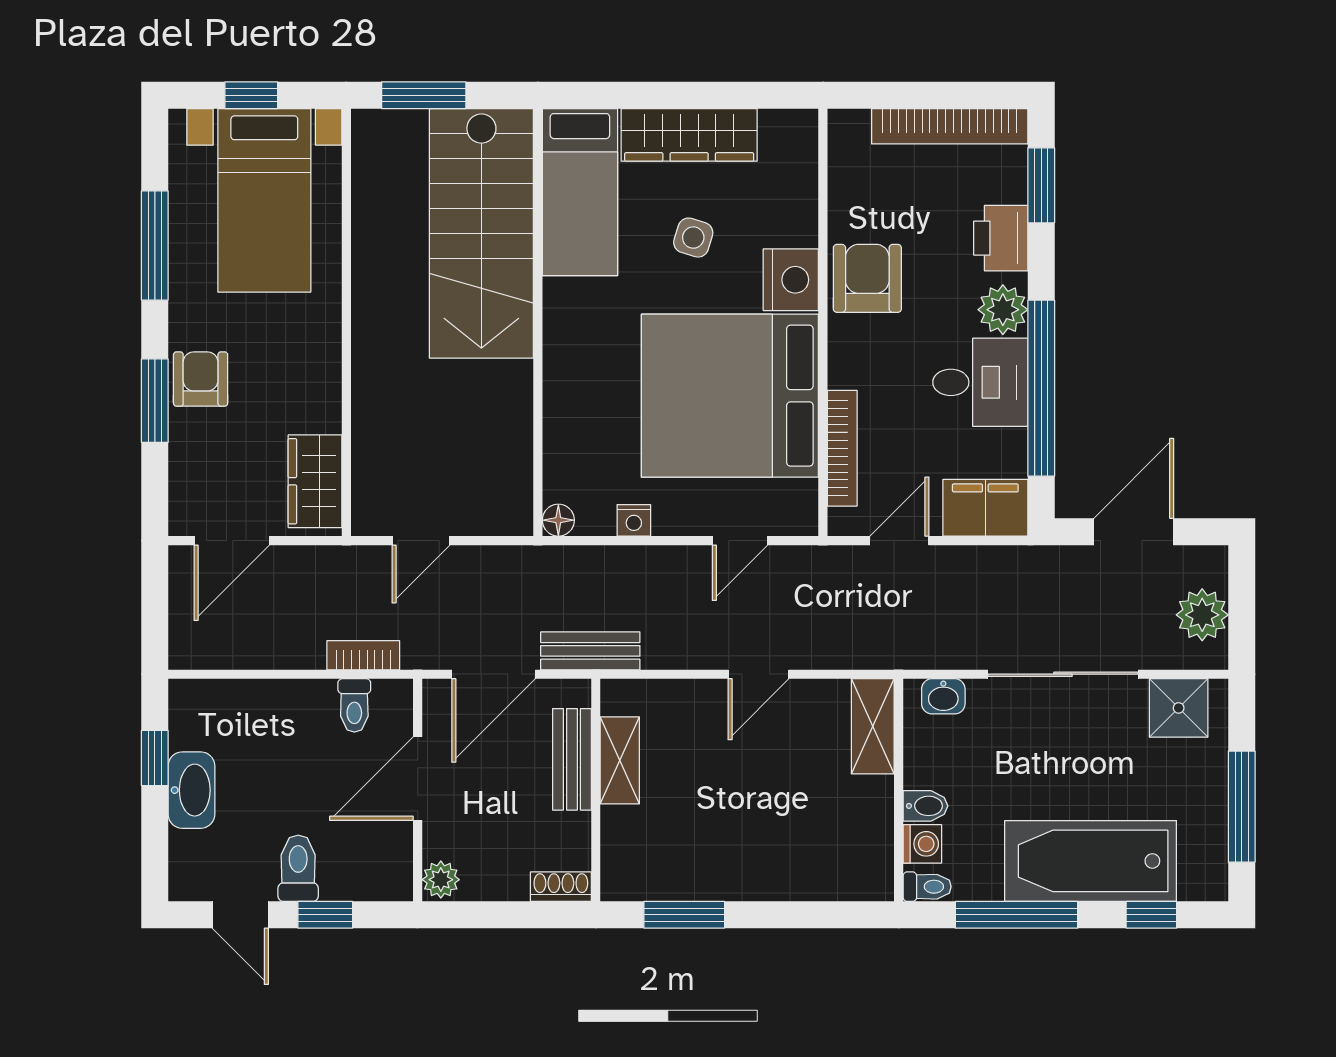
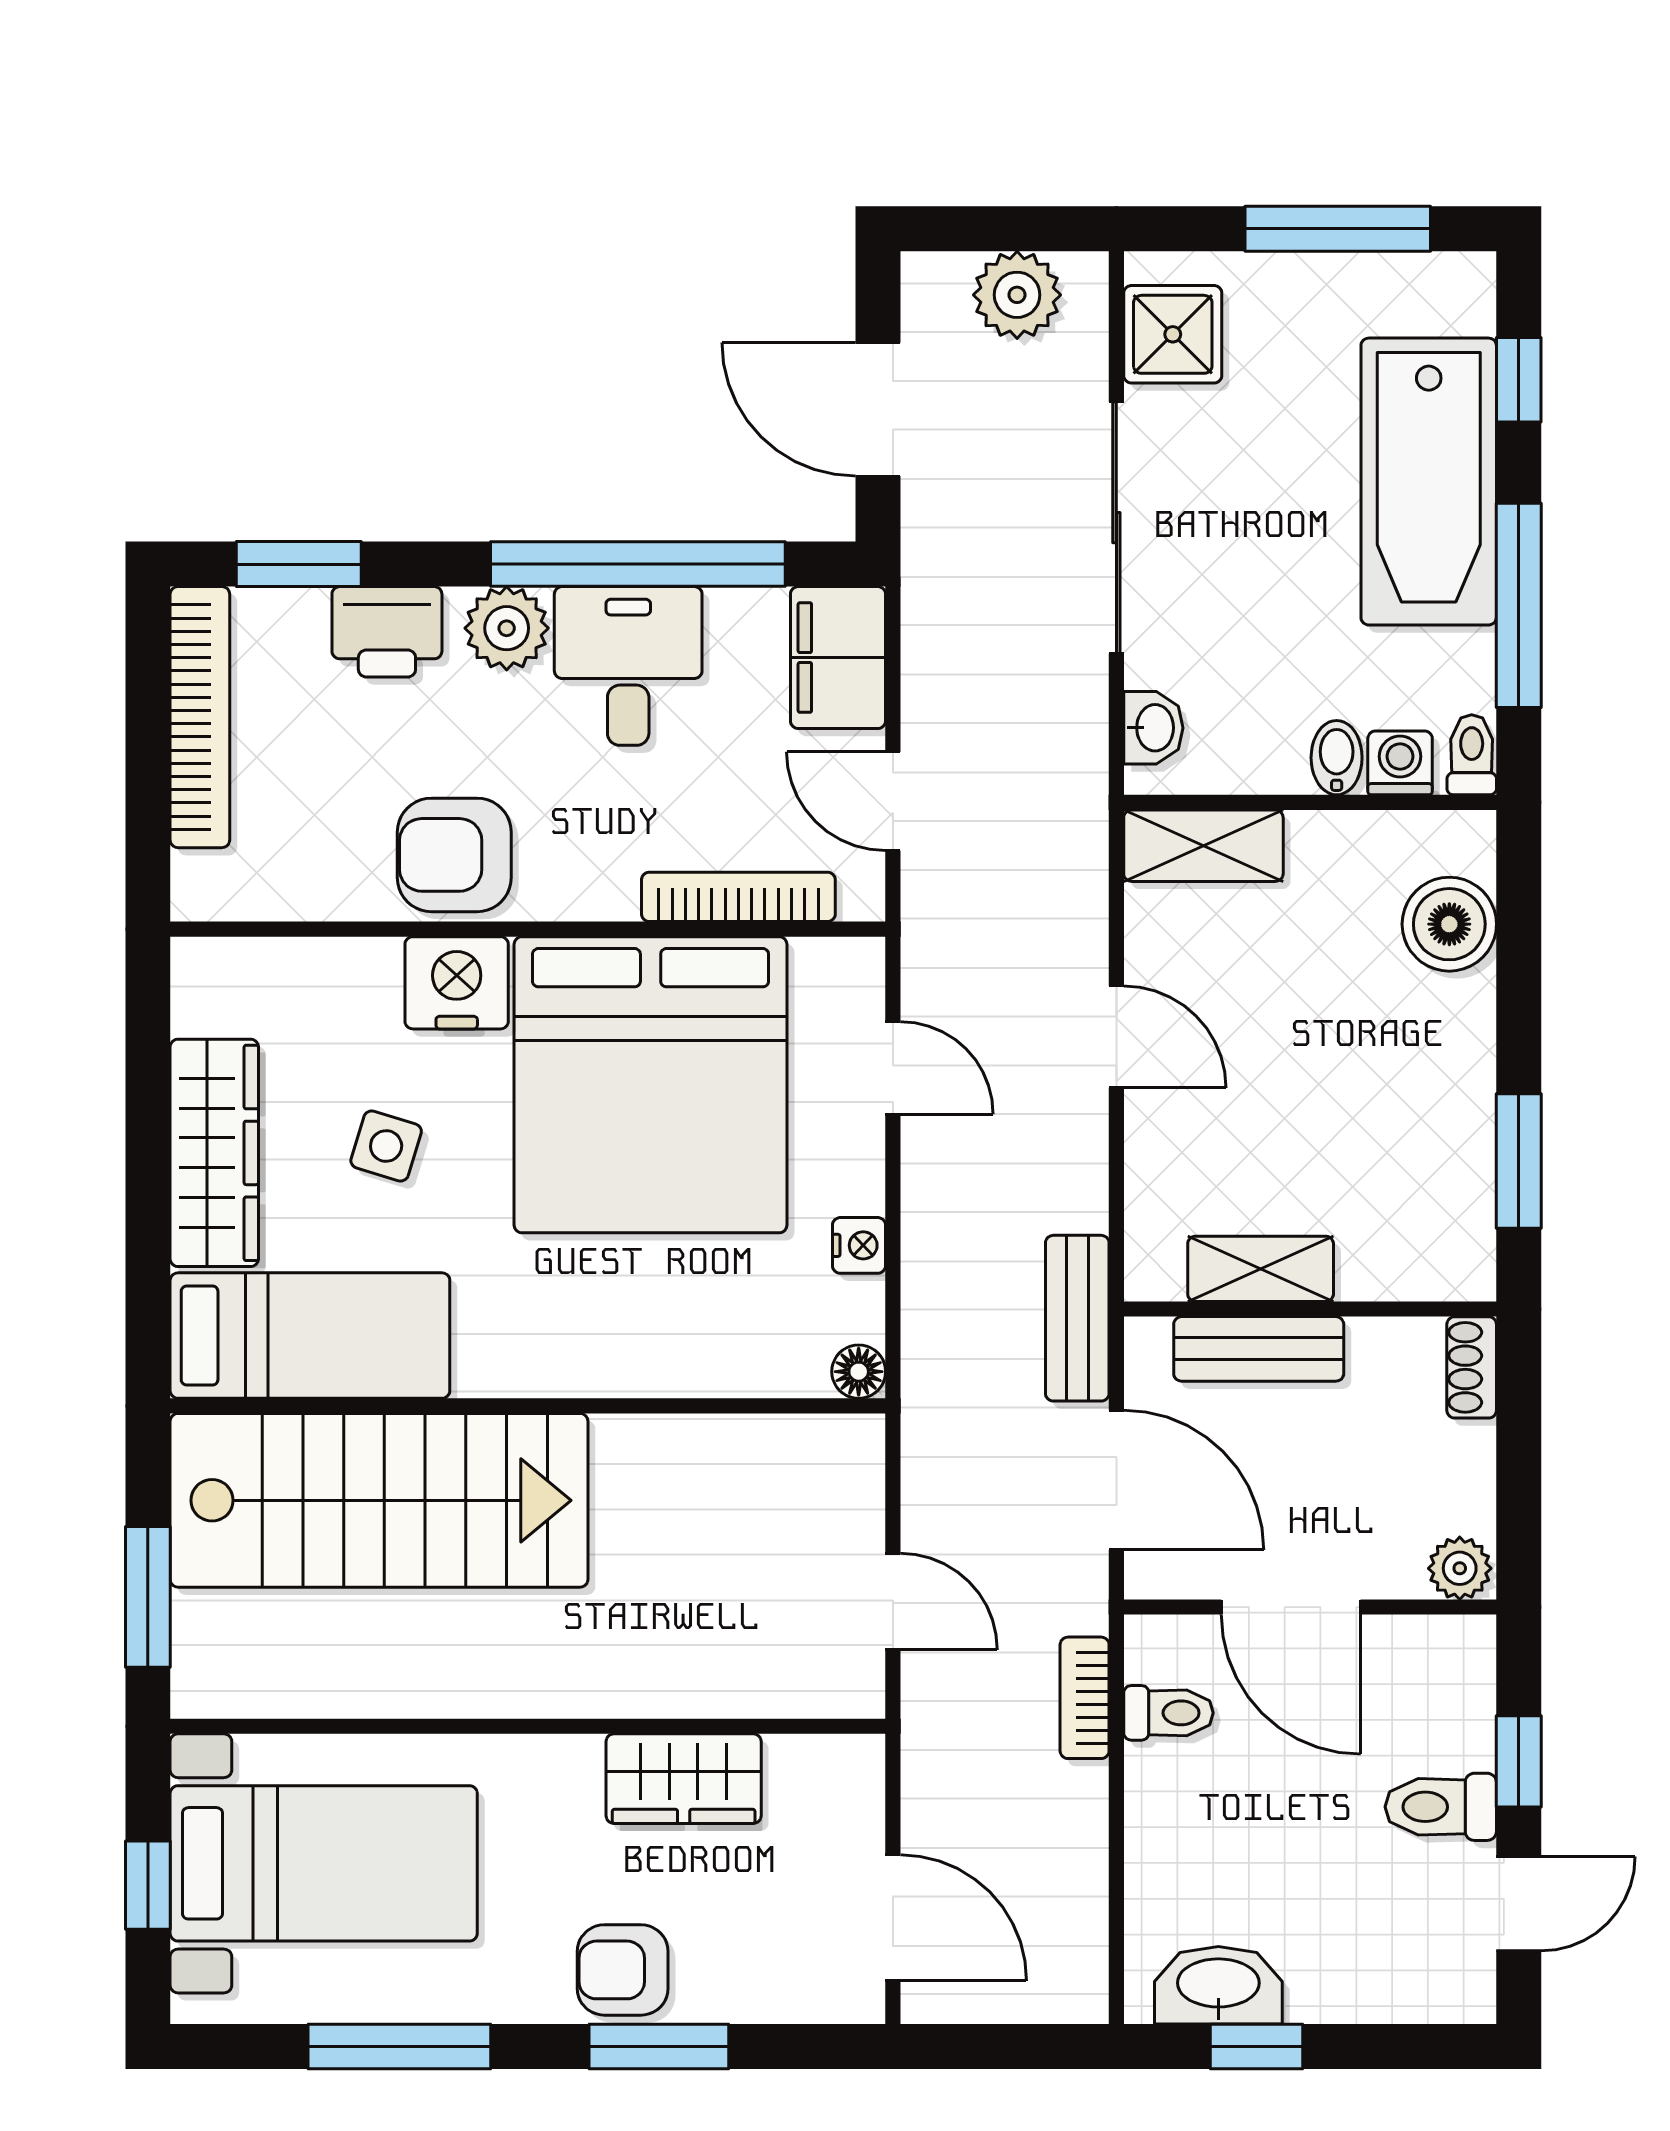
wardrobe: (315, 481) -> (684, 1779), moved
washbasin: (191, 790) -> (1218, 1985), moved
boiler: (826, 873) -> (1449, 924), added

